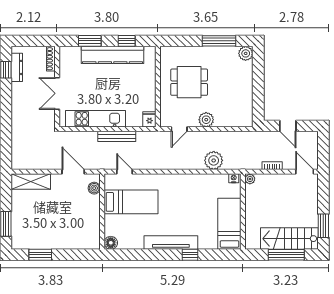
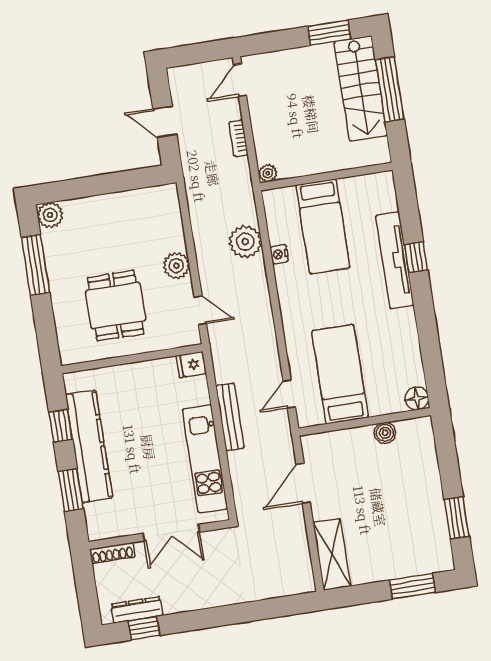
door: (288, 126) -> (165, 122), swing flipped
nightstand: (234, 178) -> (279, 254), moved
boiler: (94, 188) -> (385, 433), moved
bed: (229, 224) -> (323, 226), moved, turned -90
tv unit: (171, 243) -> (395, 260), moved

